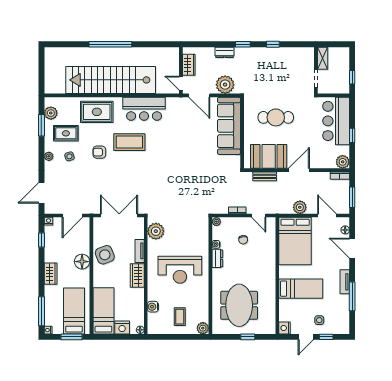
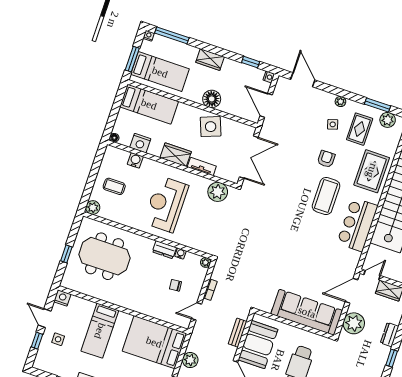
nightstand: (122, 327) -> (140, 143), moved, turned -90

